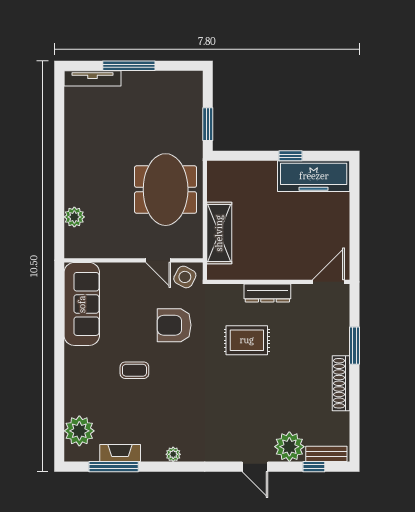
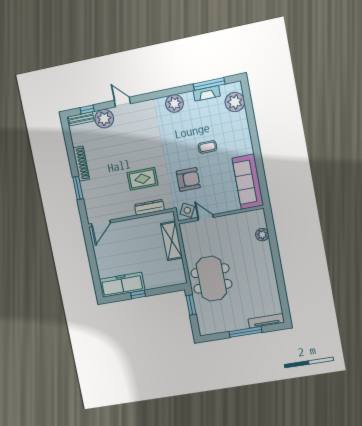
meeting table: (166, 190) -> (211, 279), moved
dresser: (267, 293) -> (149, 207), moved
plant: (173, 454) -> (174, 103), width x1.87, depth x1.87

